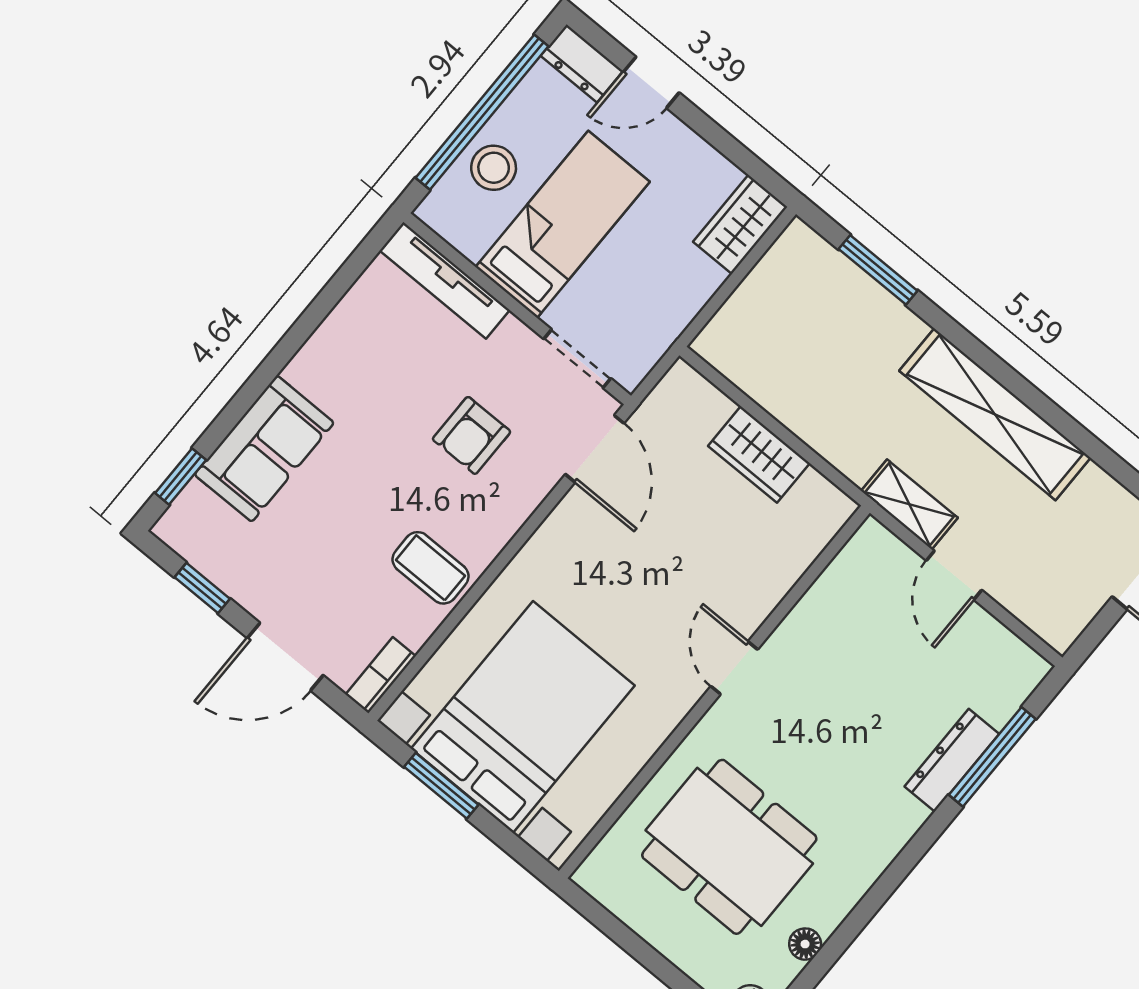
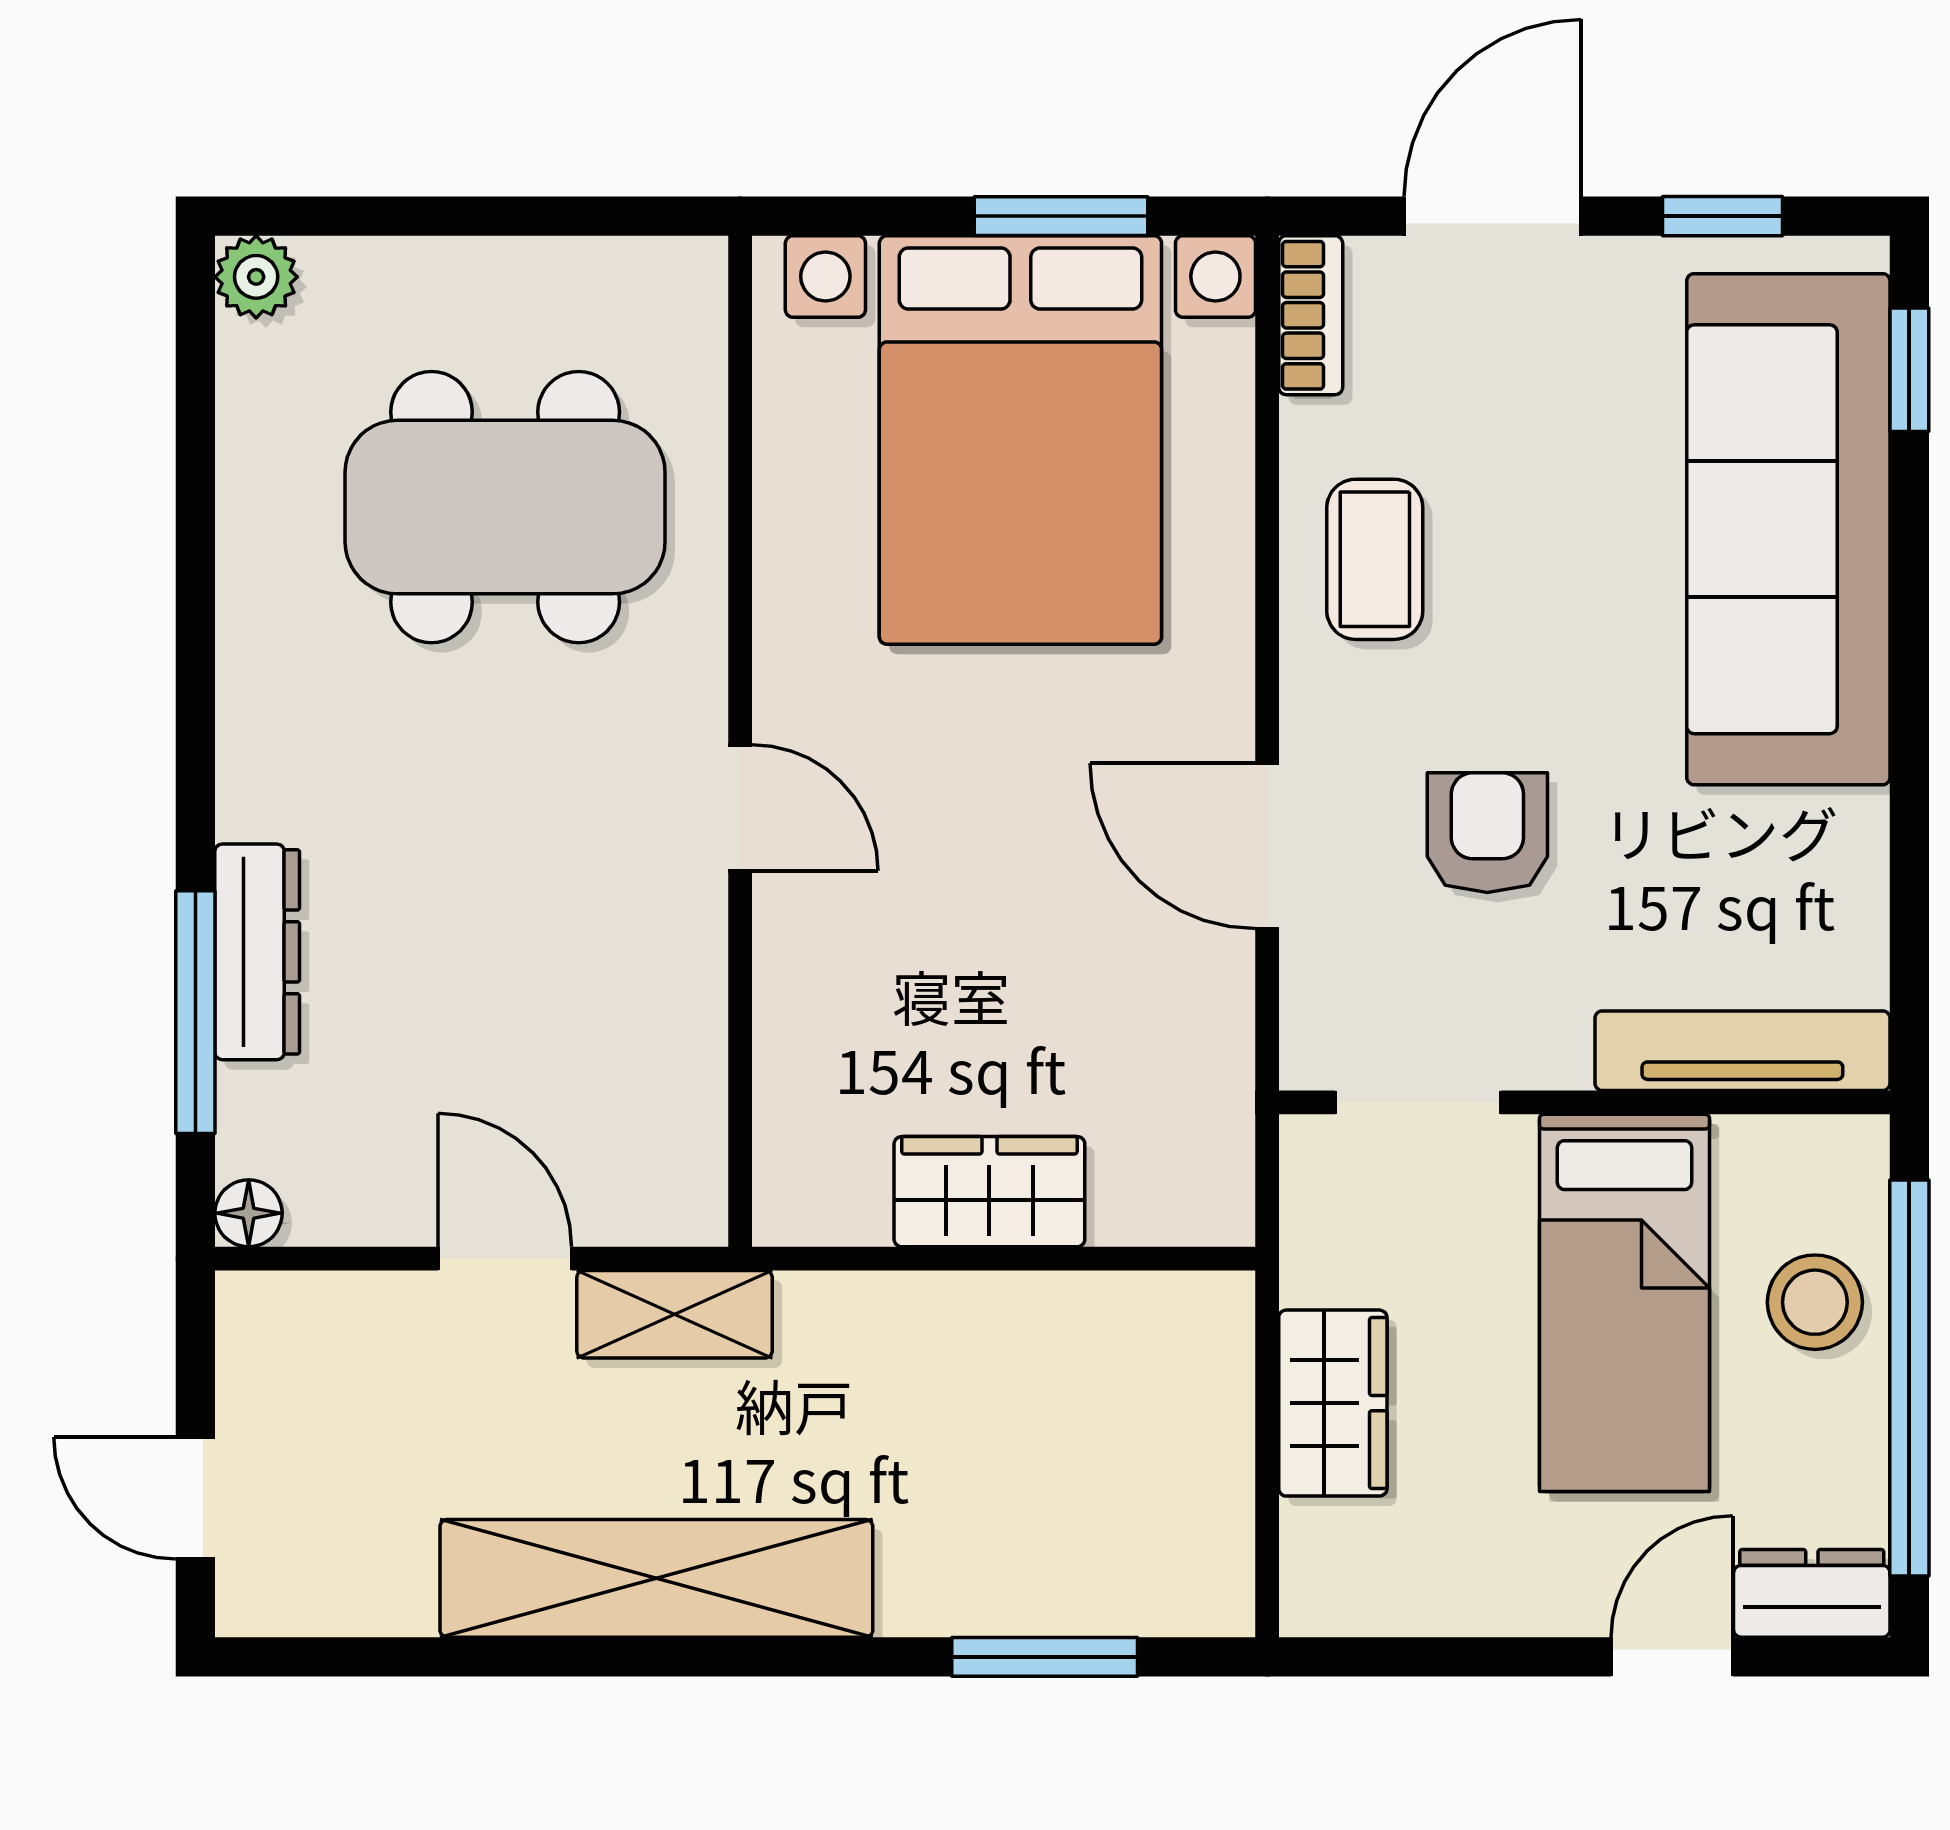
wardrobe: (740, 224) -> (1333, 1403), moved
sofa: (264, 449) -> (1788, 529), width x1.85, depth x1.27
door: (595, 449) -> (1267, 846), moved
coffee table: (431, 568) -> (1375, 559), turned 90
floor lamp: (805, 944) -> (249, 1213), moved

